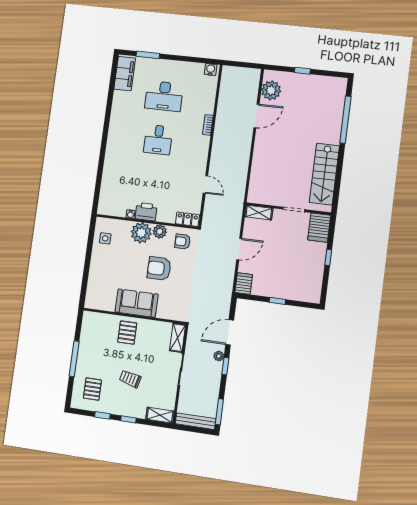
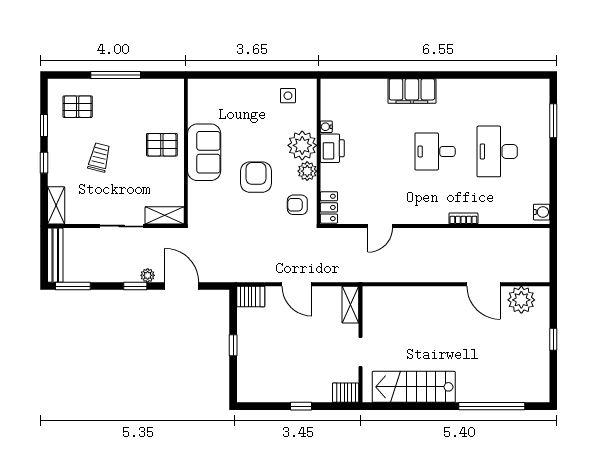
filing cabinet: (125, 74) -> (412, 91), moved
server rack: (319, 228) -> (346, 393), width x0.73, depth x0.70
armchair: (183, 242) -> (297, 205), turned -90

